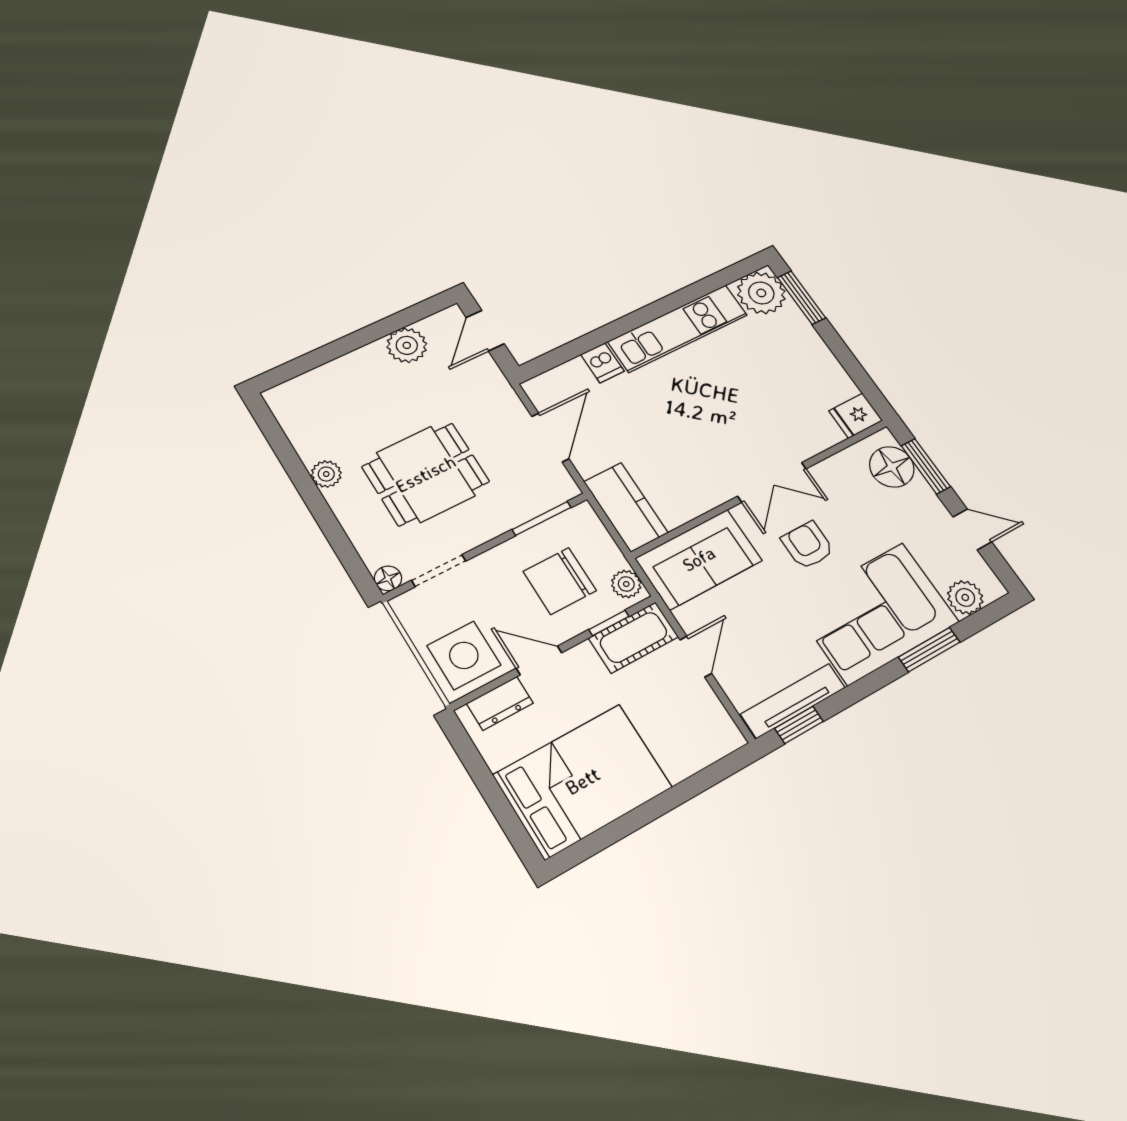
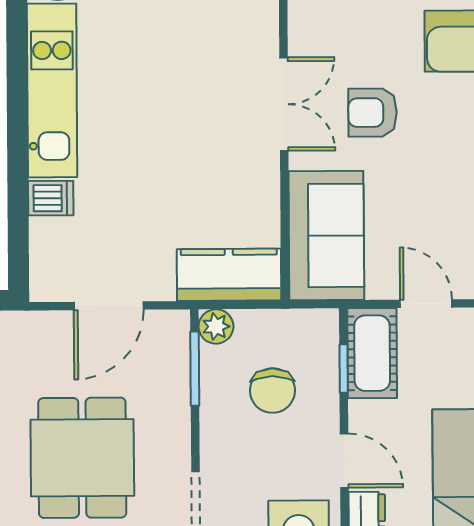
door: (550, 437) -> (109, 306), swing flipped
chair: (560, 581) -> (272, 391), width x0.73, depth x0.73
plant: (626, 584) -> (216, 326), moved
door: (539, 660) -> (344, 461), swing flipped

